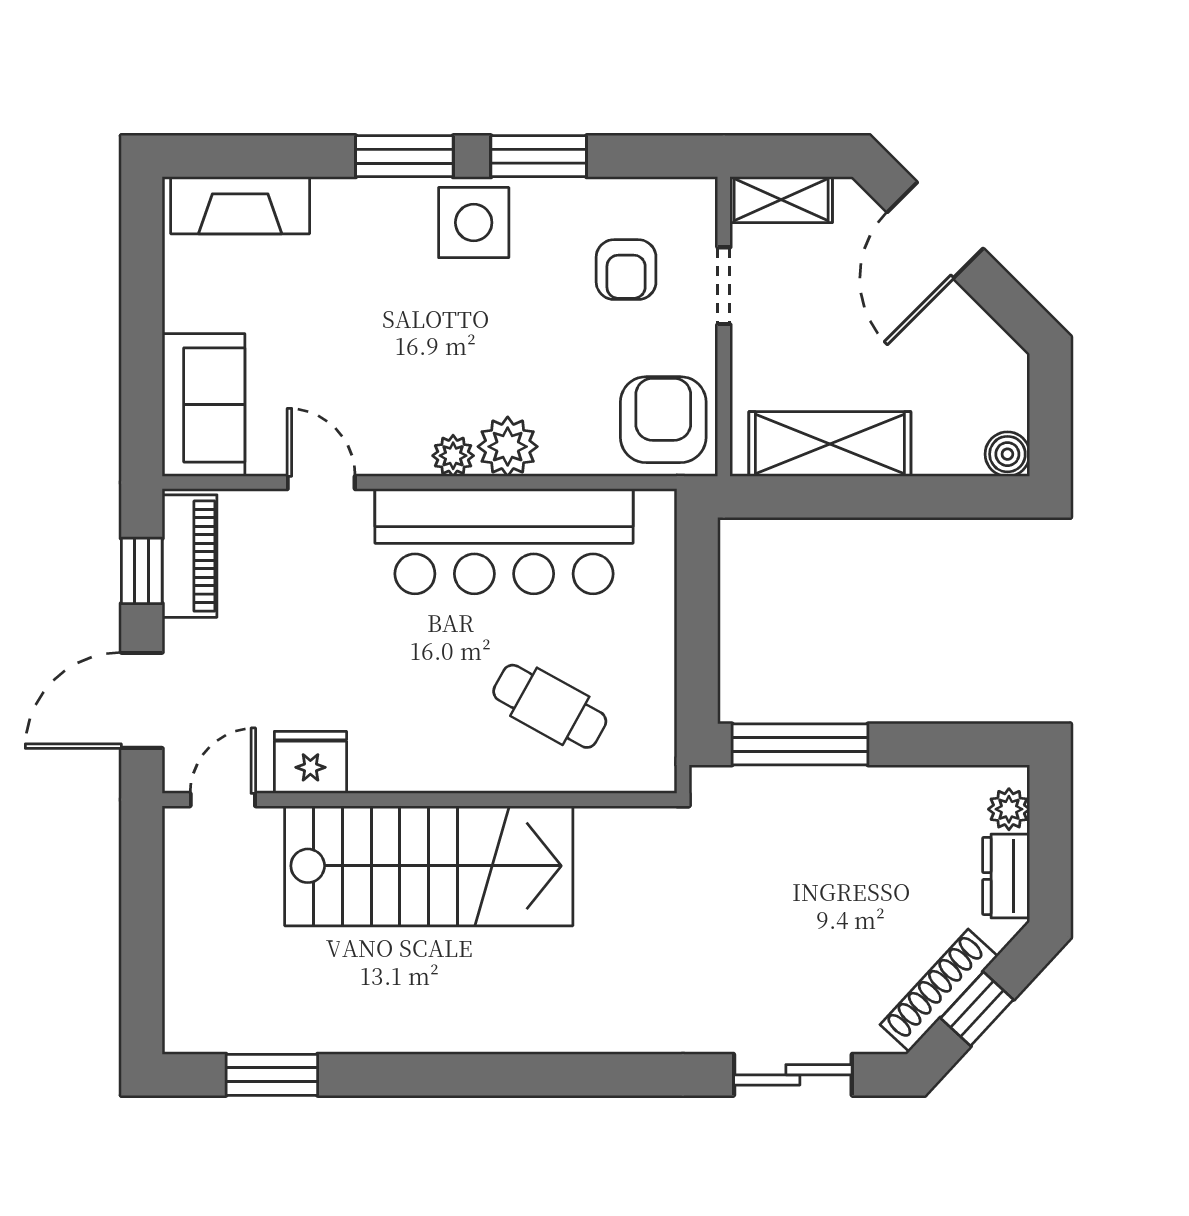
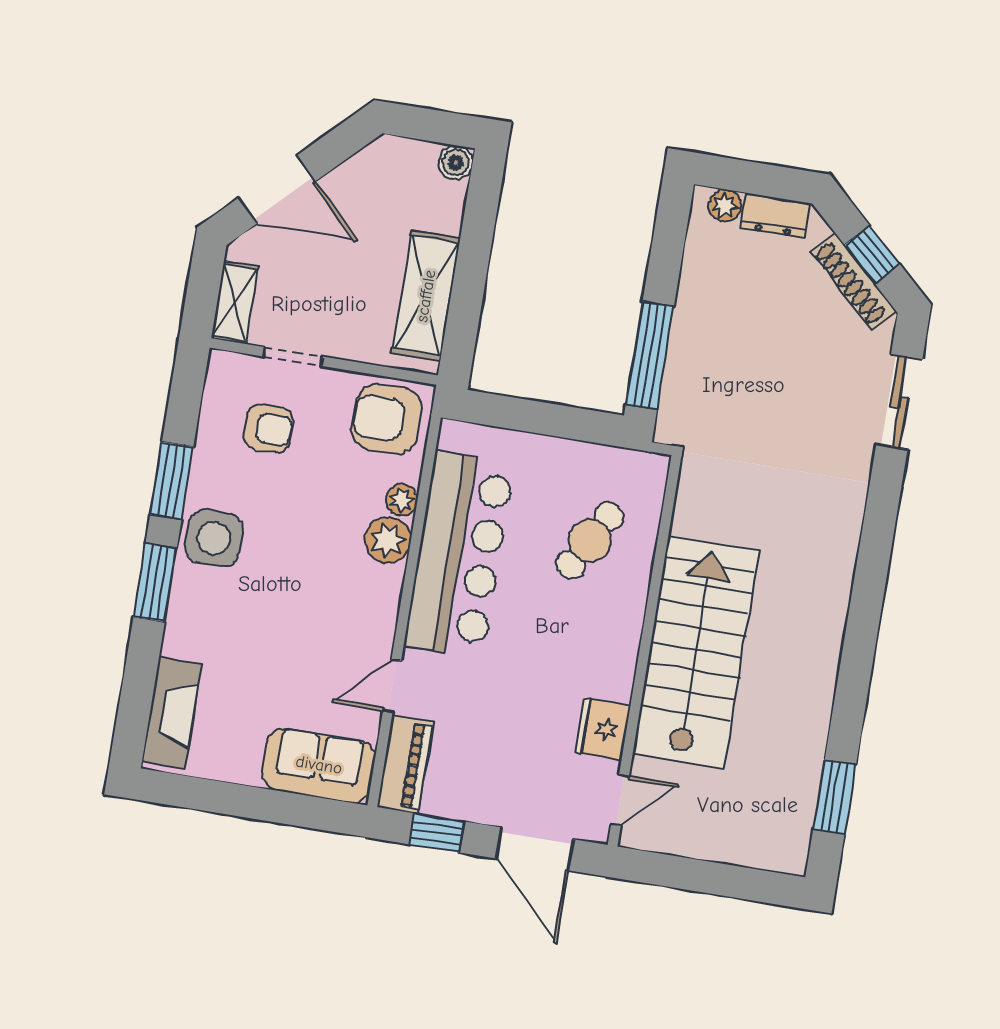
plant: (453, 456) -> (402, 500), moved
piano: (190, 556) -> (405, 764), moved, turned 90
door: (223, 800) -> (620, 800), swing flipped

